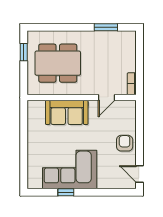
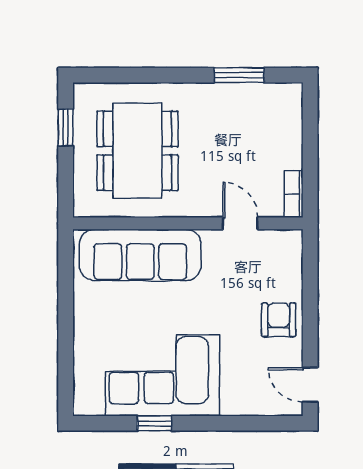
dining table: (58, 63) -> (137, 151), turned 90
door: (106, 97) -> (240, 223), swing flipped
sofa: (67, 112) -> (140, 255), width x1.36

